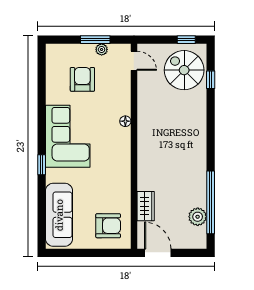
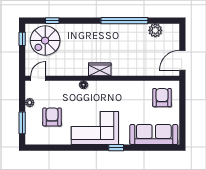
window: (95, 40) -> (22, 123), moved
armchair: (82, 79) -> (52, 117), turned 90
window: (211, 202) -> (124, 21), moved
wardrobe: (146, 206) -> (100, 69), moved

